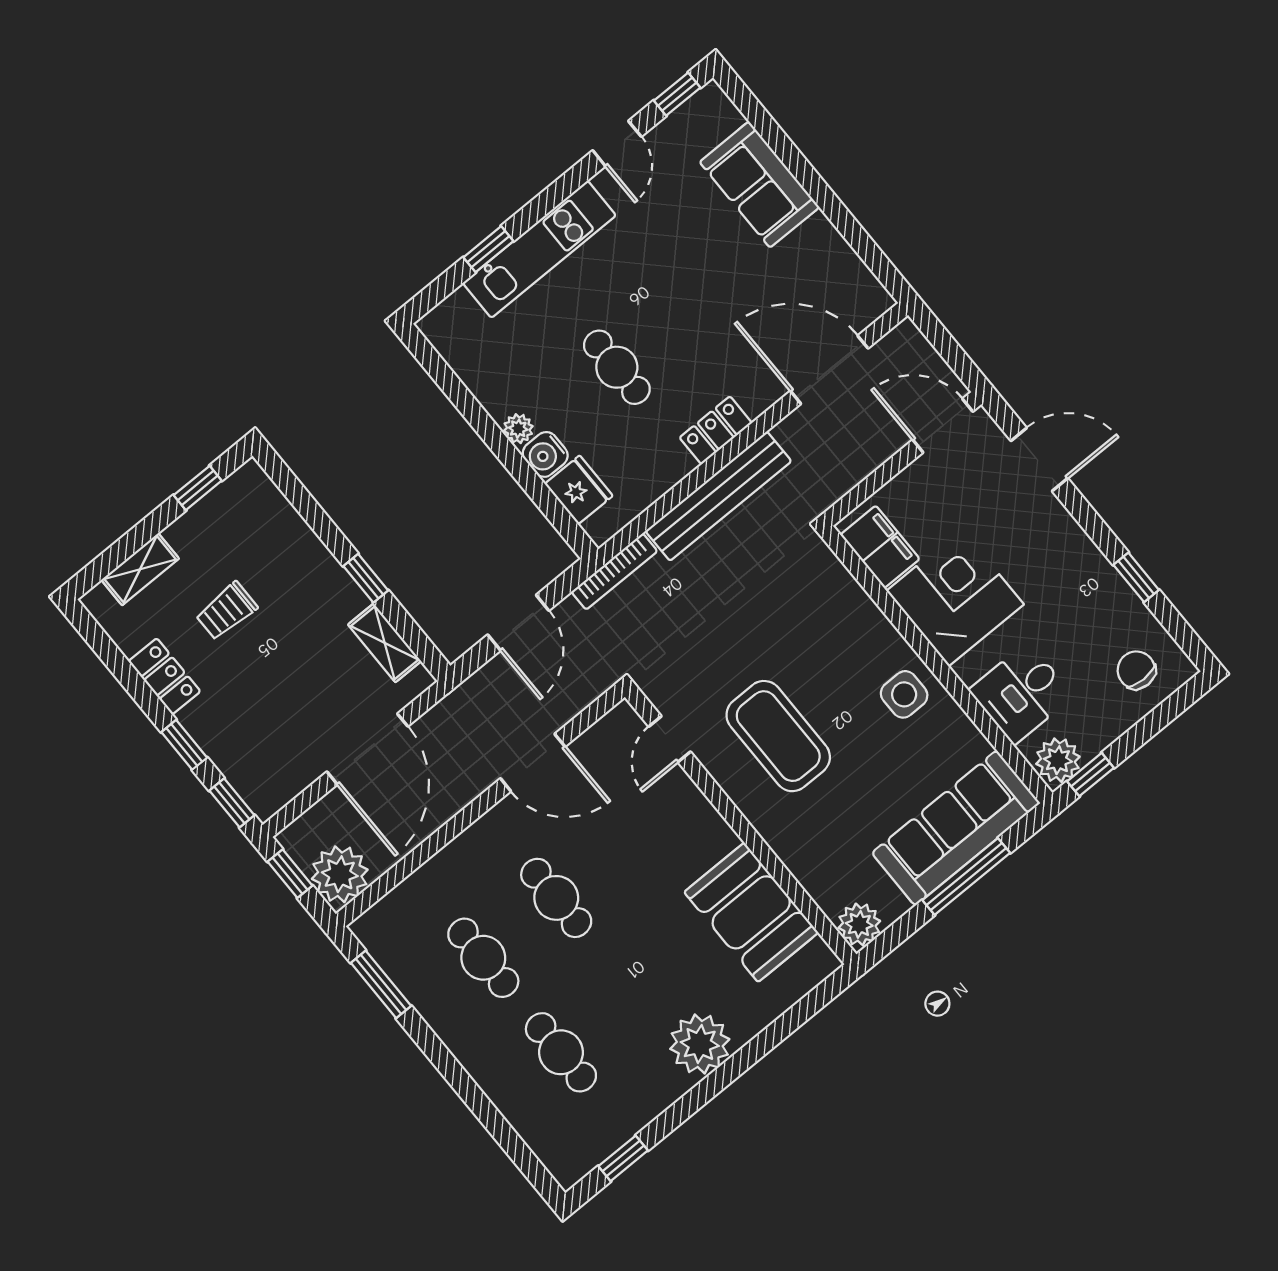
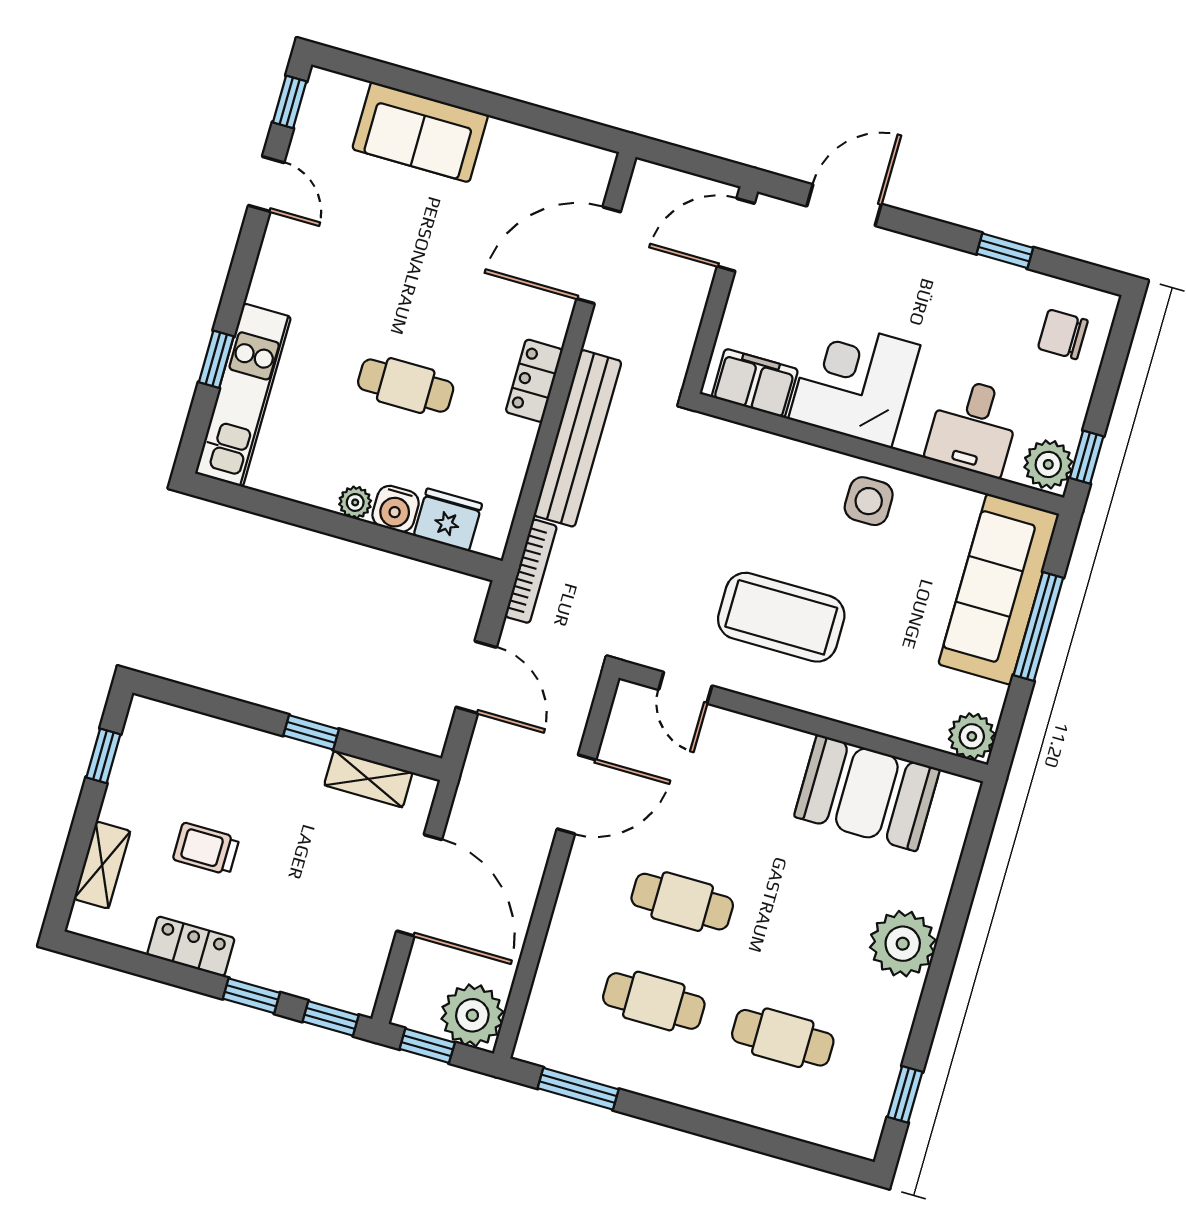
kitchen unit: (539, 249) -> (243, 395), moved
trolley: (226, 611) -> (206, 849), turned 90

